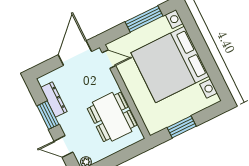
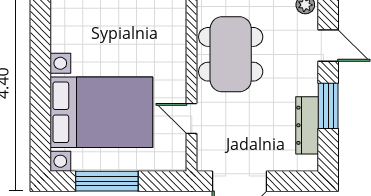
door: (109, 59) -> (192, 119), moved
bed with nightstands: (170, 64) -> (101, 112), width x0.73

